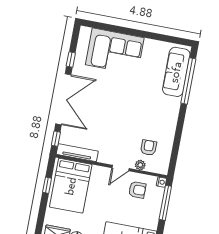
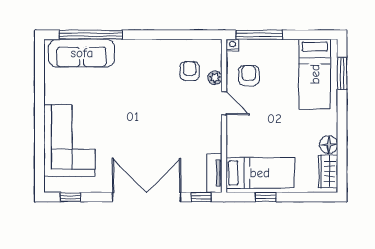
window: (71, 59) -> (70, 197), moved
armchair: (149, 148) -> (190, 71), turned 90
tv unit: (77, 153) -> (214, 173), width x0.71
bed: (71, 186) -> (260, 173), width x0.67

